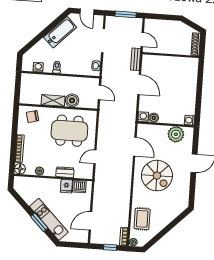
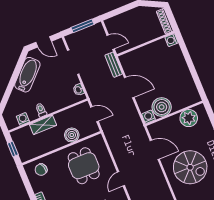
window: (18, 88) -> (13, 149), added
shelving: (53, 100) -> (43, 125), moved
boiler: (154, 118) -> (162, 107), width x1.86, depth x1.86
washing machine: (190, 120) -> (171, 40), moved
dining table: (69, 131) -> (84, 166), width x0.73

